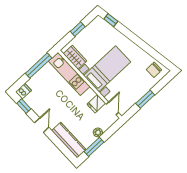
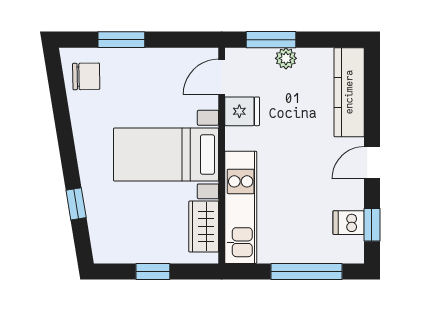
window: (111, 20) -> (76, 204), moved
window: (39, 66) -> (306, 271), moved
dishwasher: (23, 91) -> (349, 223), moved
window: (145, 99) -> (121, 40), moved
window: (94, 147) -> (271, 40), moved

